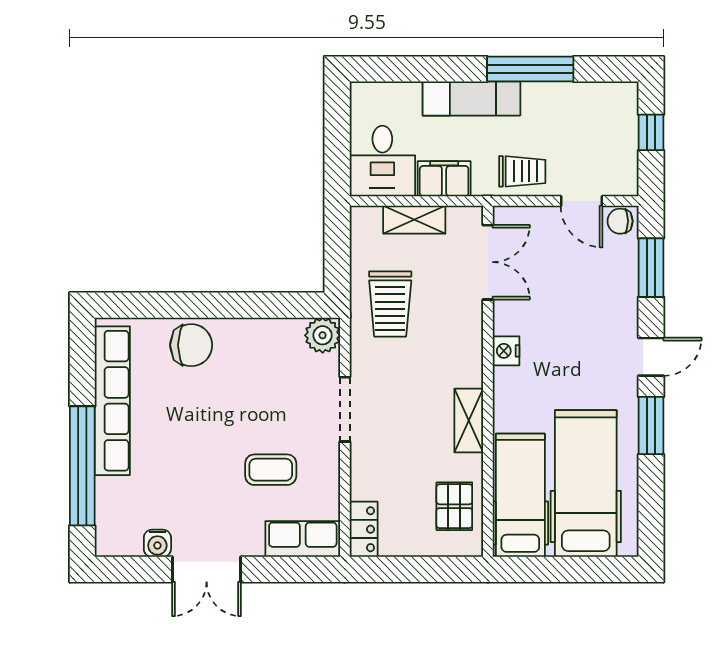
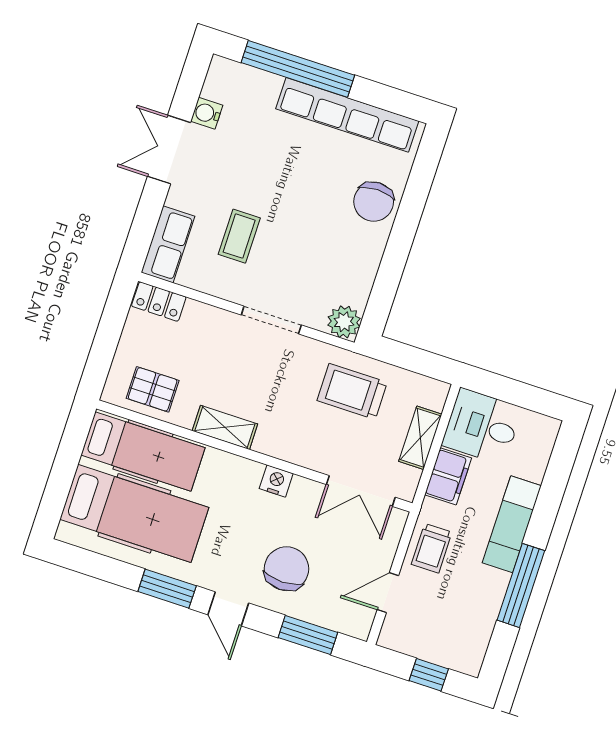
chair: (620, 221) -> (286, 569), moved, width x1.87, depth x1.87

